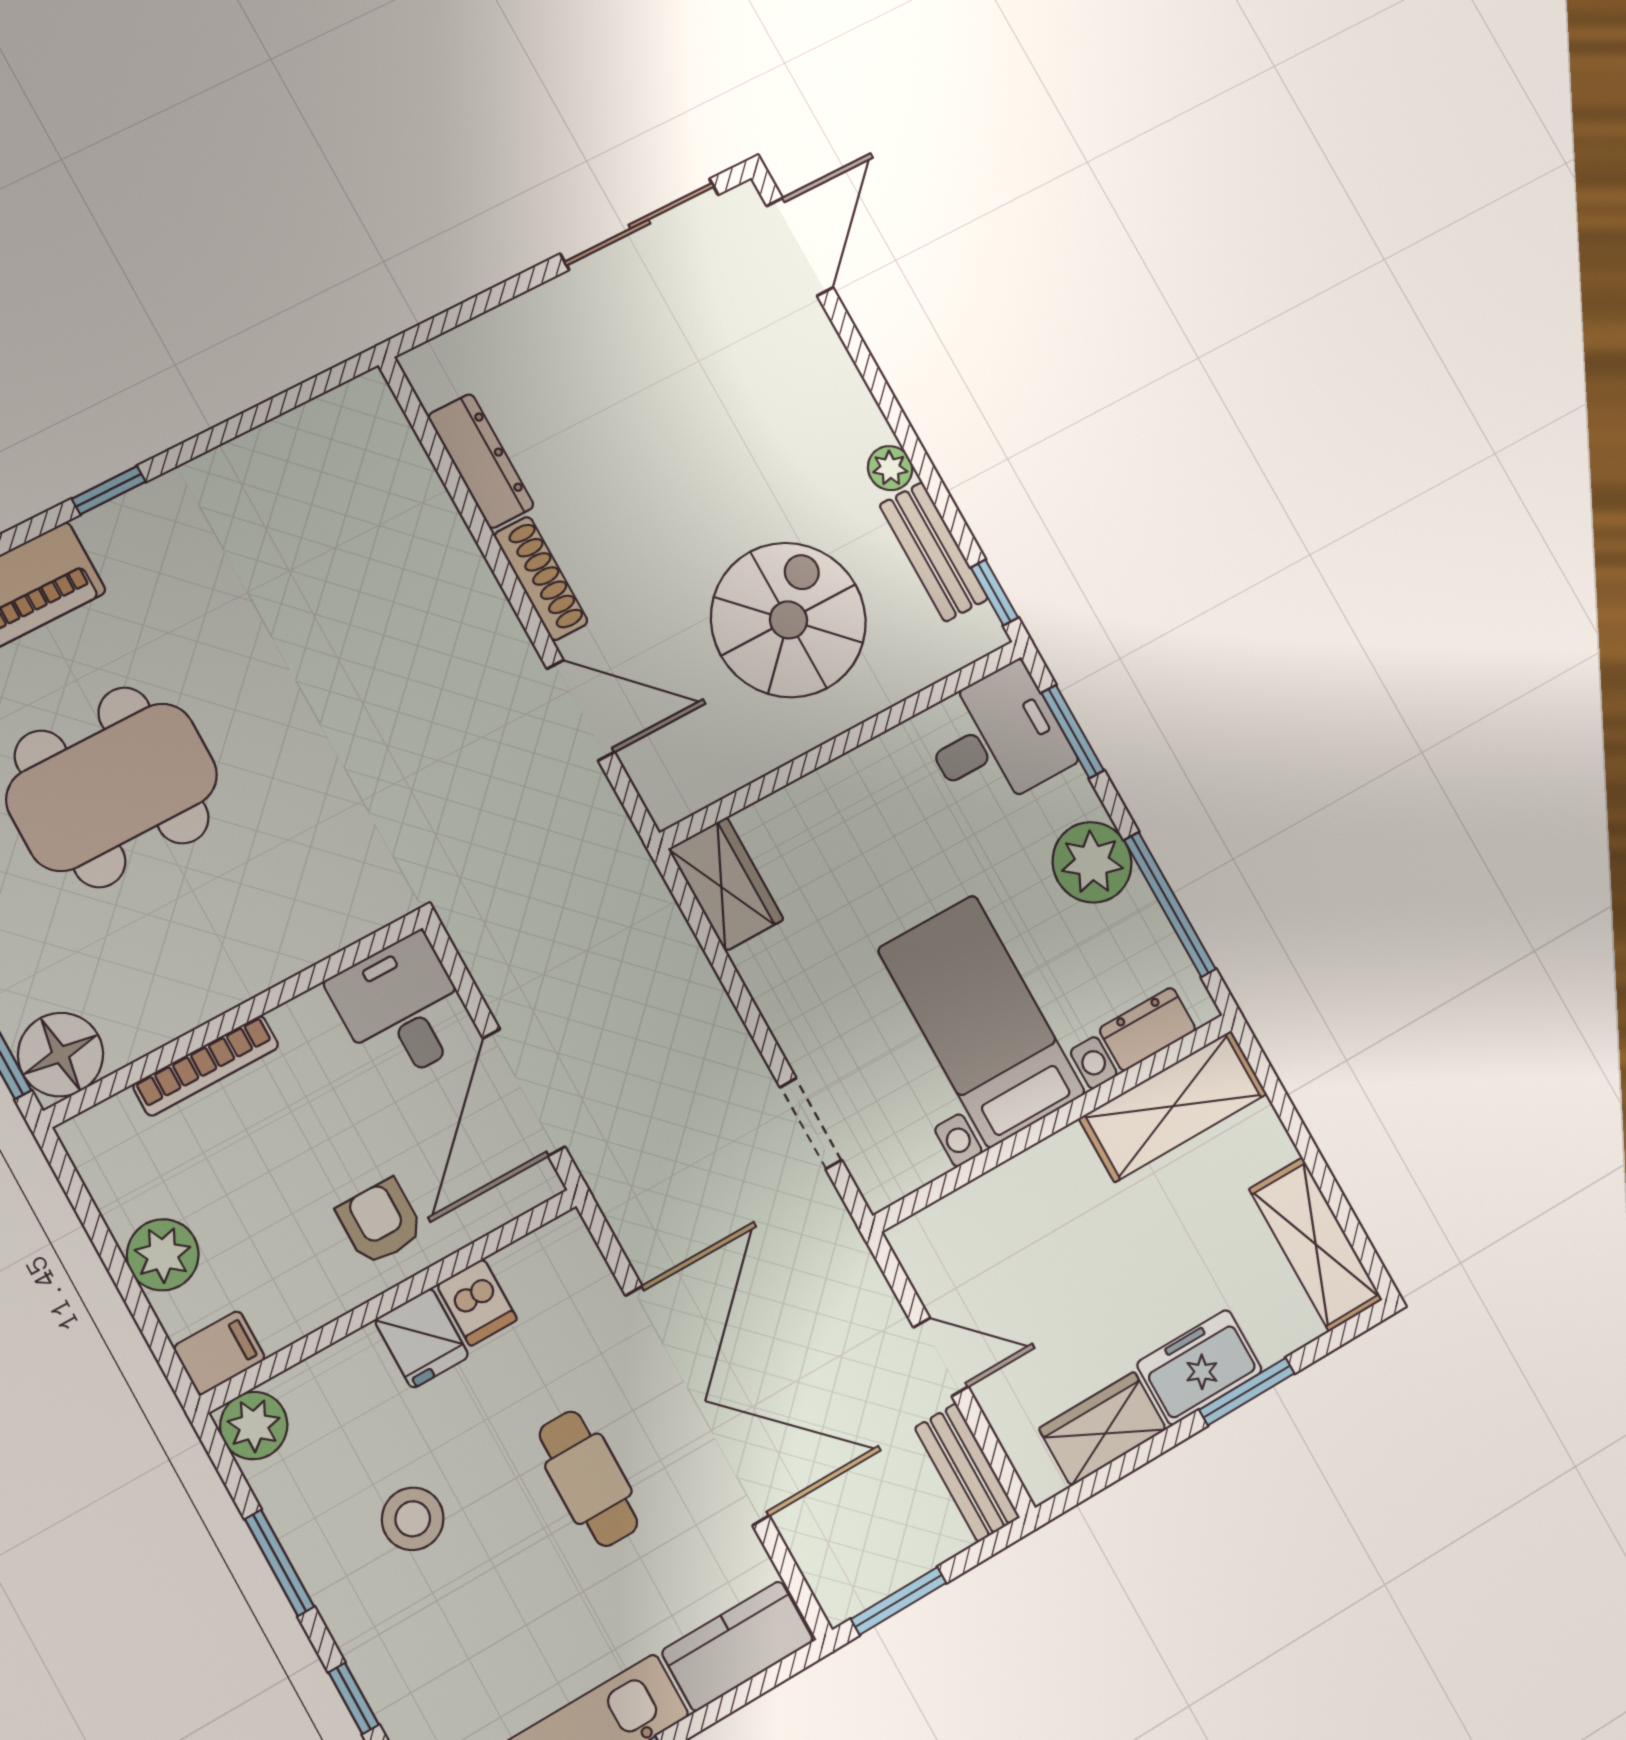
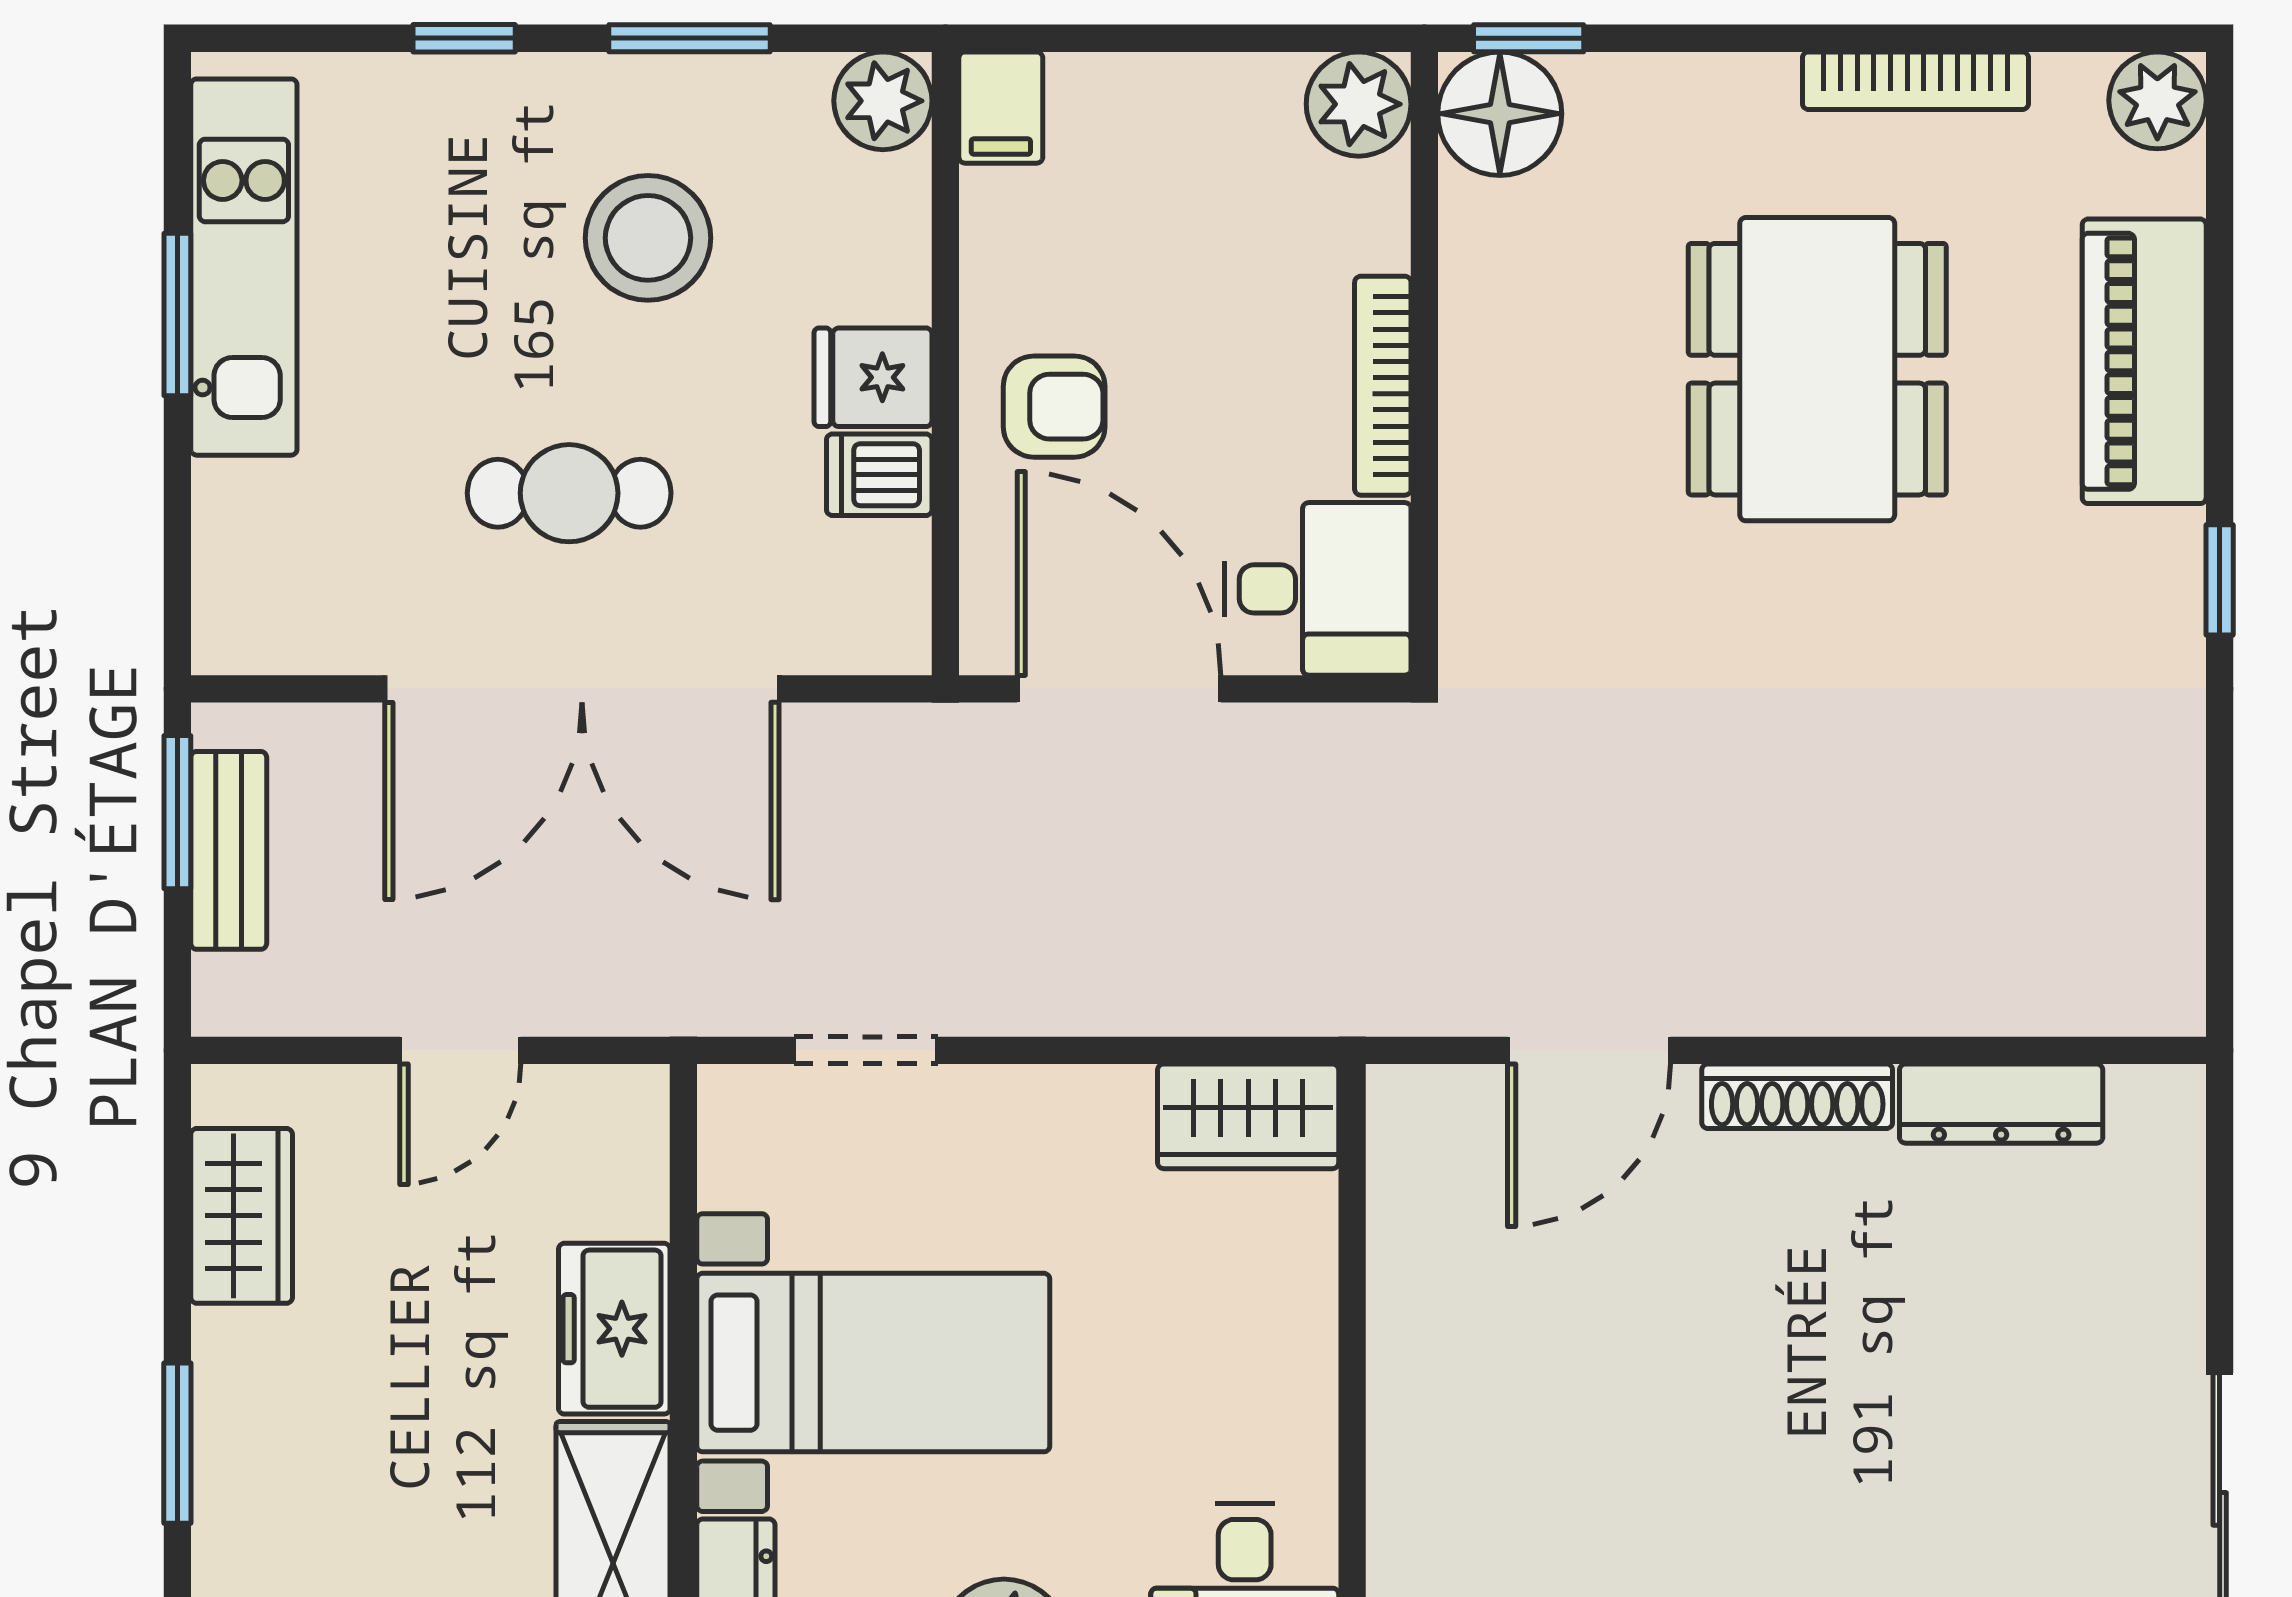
spiral stairs: (788, 620) -> (1562, 1407), removed
bookcase: (206, 1066) -> (1383, 386), moved
plant: (163, 1255) -> (1359, 104), moved
freezer: (1199, 1367) -> (614, 1329), moved, turned 180
bench: (967, 1473) -> (229, 850), moved, turned 90
stool: (413, 1519) -> (648, 238), width x1.38, depth x1.38
kitchen counter: (737, 1646) -> (243, 567), removed

